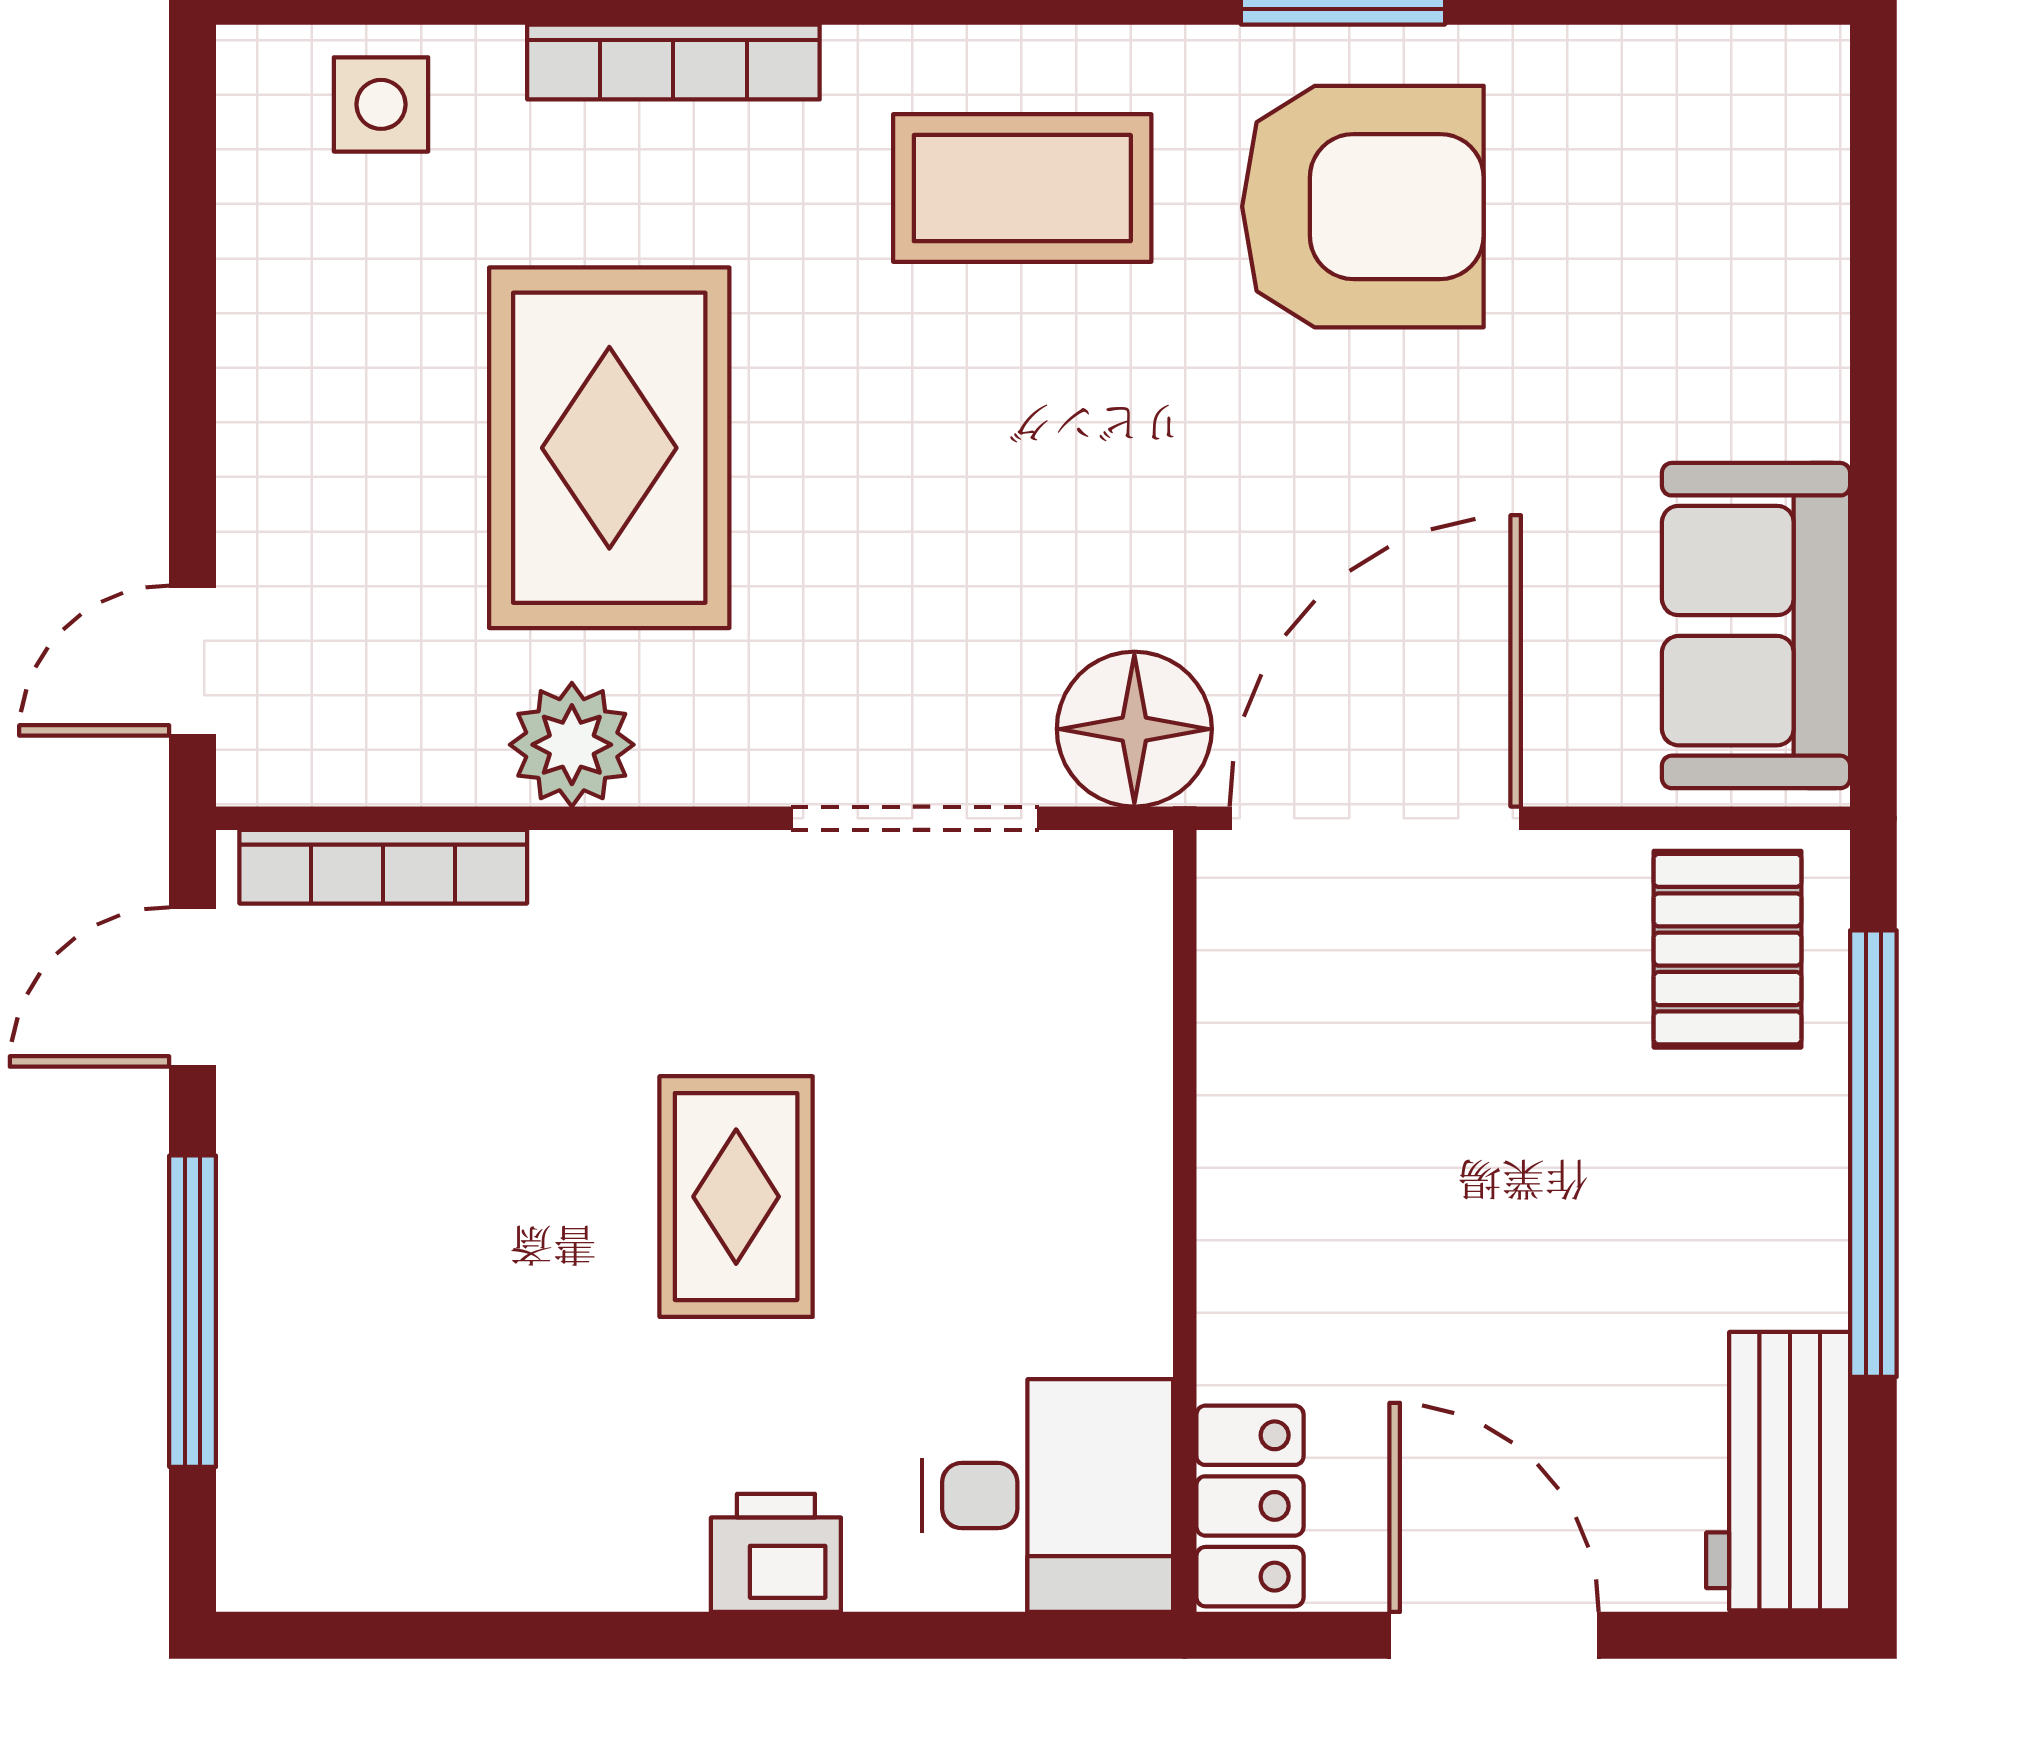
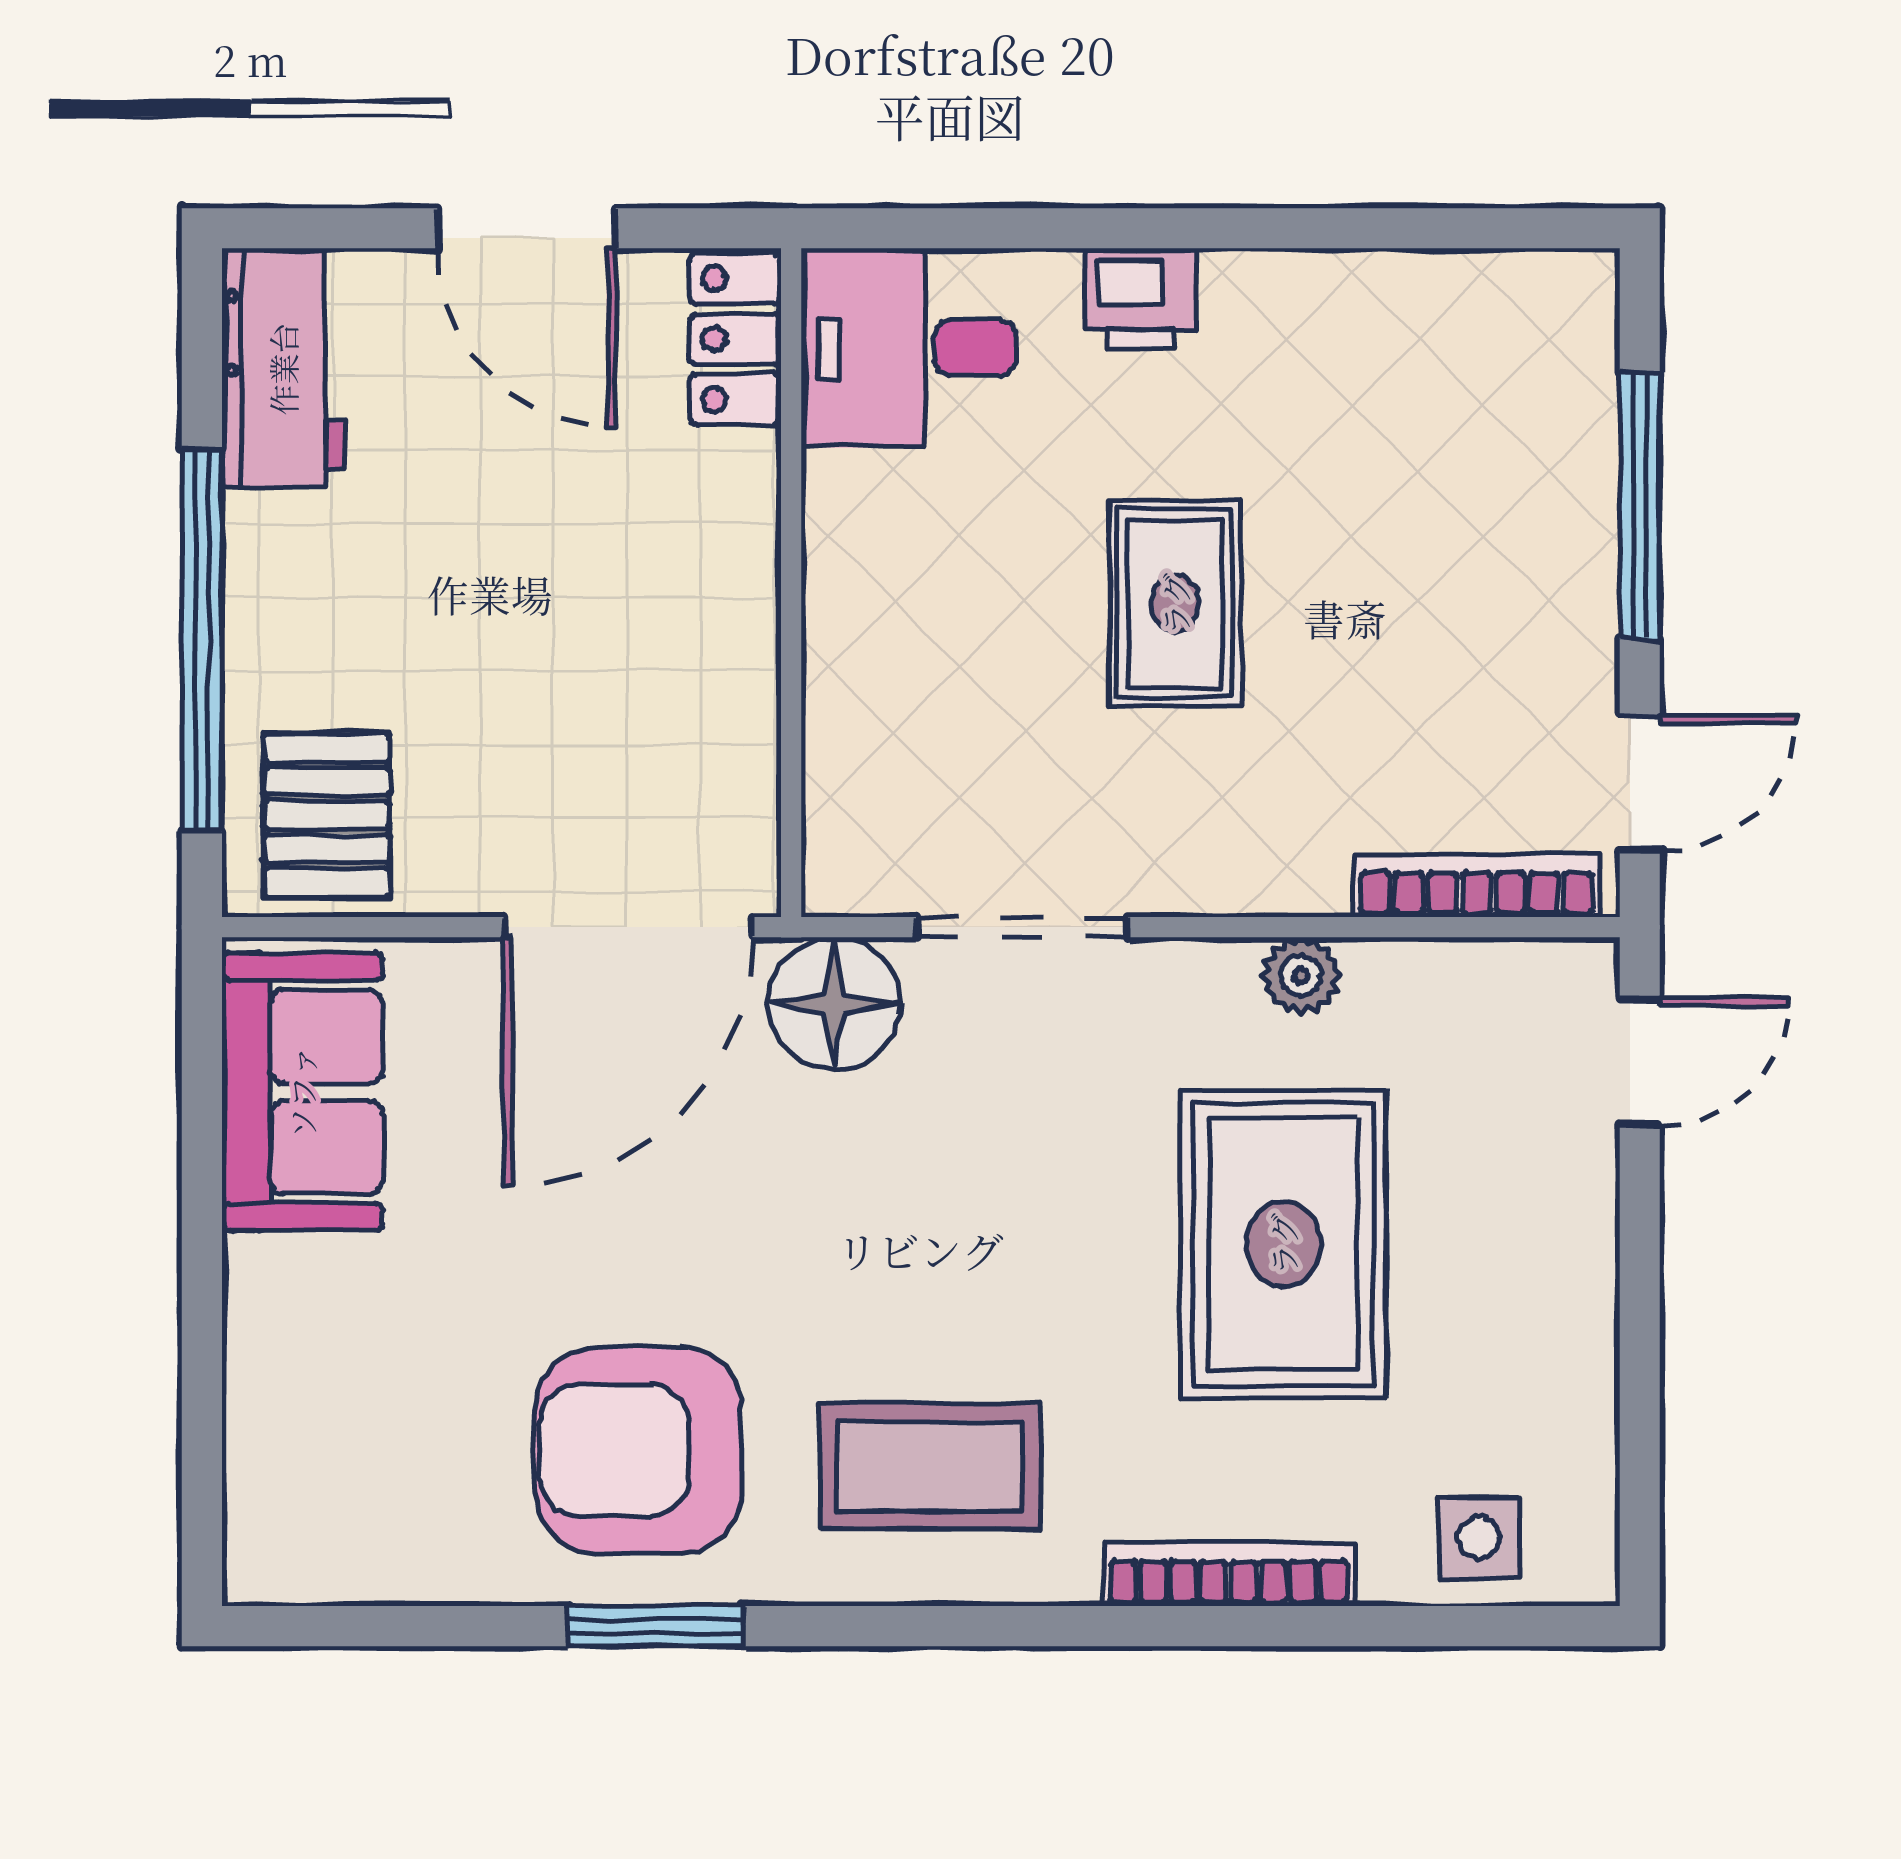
plant: (572, 745) -> (1301, 976), width x0.73, depth x0.73

